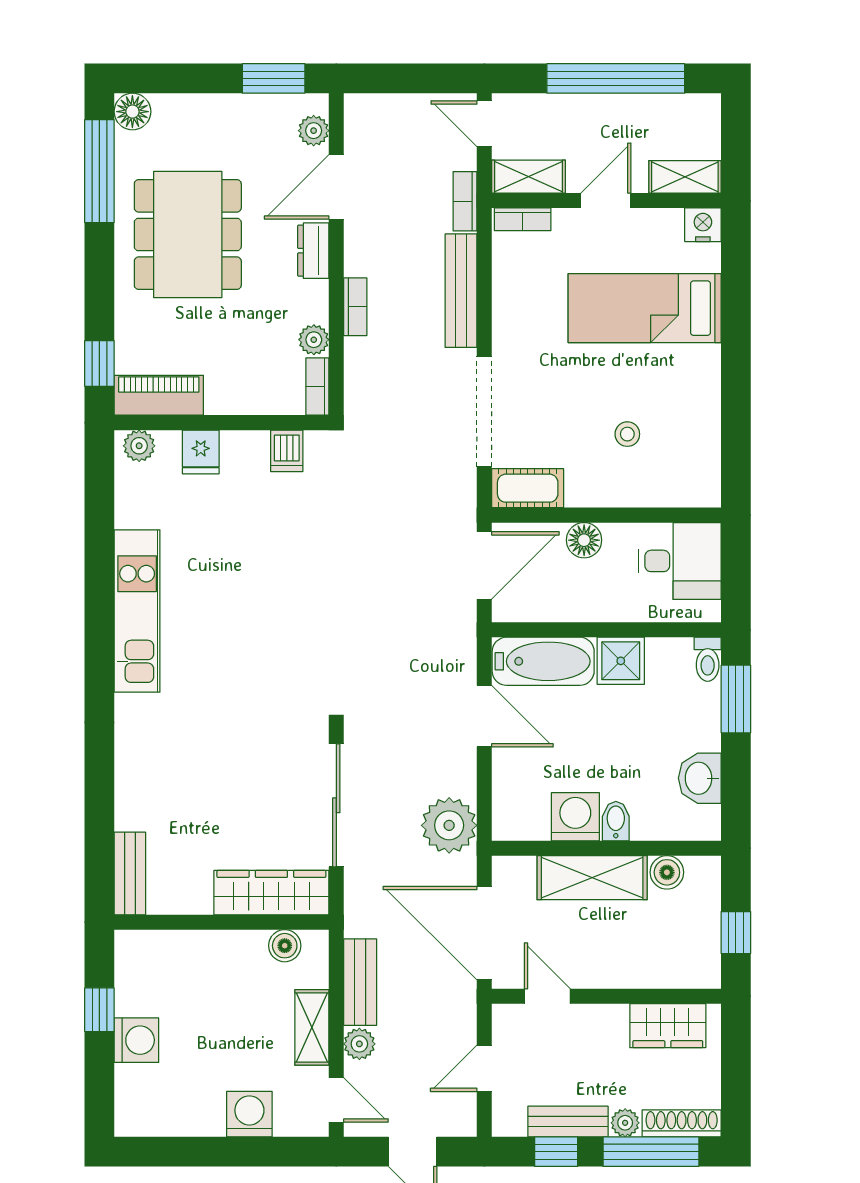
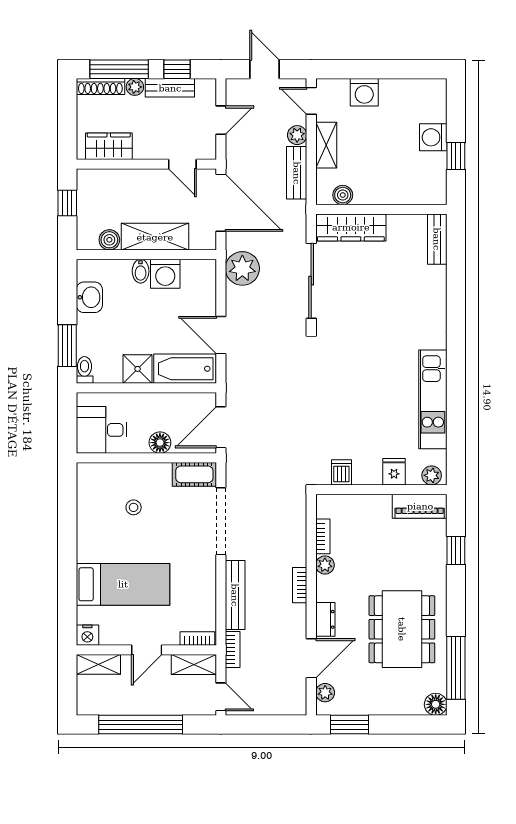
piano: (159, 395) -> (420, 506), moved
wall: (222, 423) -> (381, 490), moved
plant: (139, 446) -> (432, 475), moved
dishwasher: (287, 451) -> (341, 472), moved
fridge: (201, 452) -> (394, 472), moved

